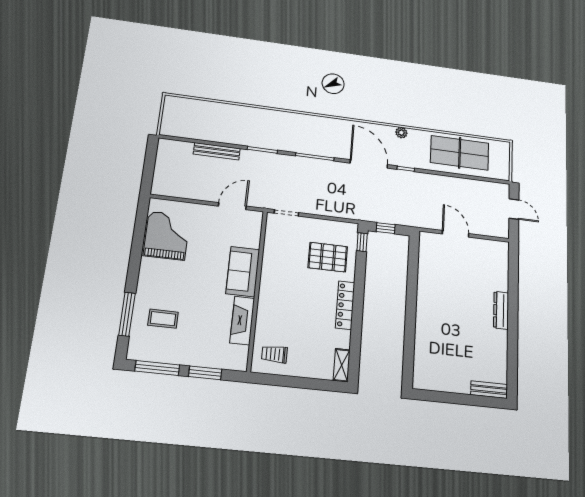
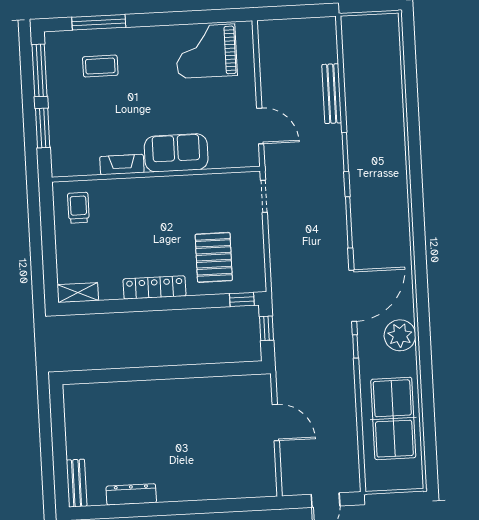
plant: (401, 133) -> (400, 335), width x1.87, depth x1.87
door: (455, 234) -> (276, 423), hinge flipped
grand piano: (167, 236) -> (206, 51), turned 180
dresser: (501, 310) -> (131, 494), moved
coffee table: (163, 319) -> (100, 66), turned 90
fireplace: (242, 321) -> (122, 165), width x0.73, depth x0.76

